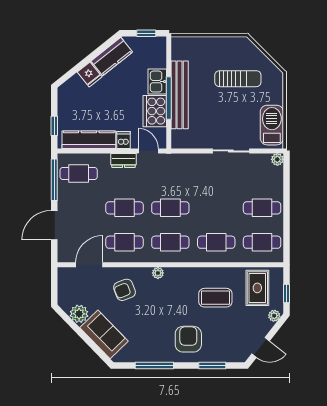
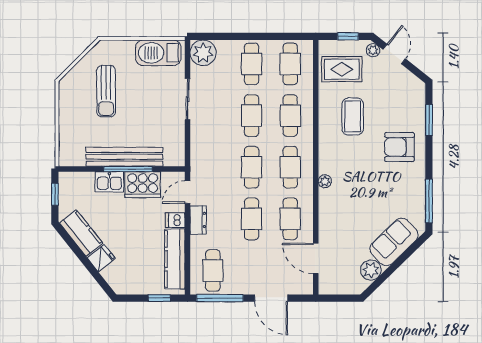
sun lounger: (238, 79) -> (106, 91), turned 180
plant: (277, 159) -> (203, 53), width x1.88, depth x1.88
cafe table: (216, 208) -> (252, 116), added
armchair: (125, 290) -> (344, 219), removed
door: (261, 347) -> (394, 54), moved
window: (154, 365) -> (429, 201), moved

